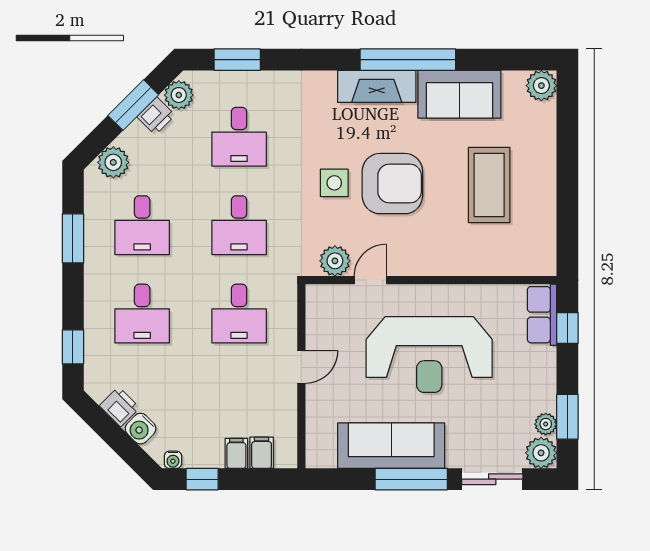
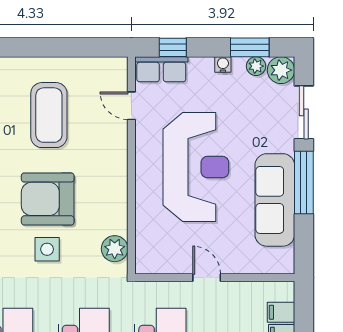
armchair: (392, 184) -> (48, 199), turned -90
coffee table: (489, 185) -> (49, 115), turned 90
door: (370, 280) -> (131, 106), moved
water cooler: (548, 386) -> (223, 65), added

